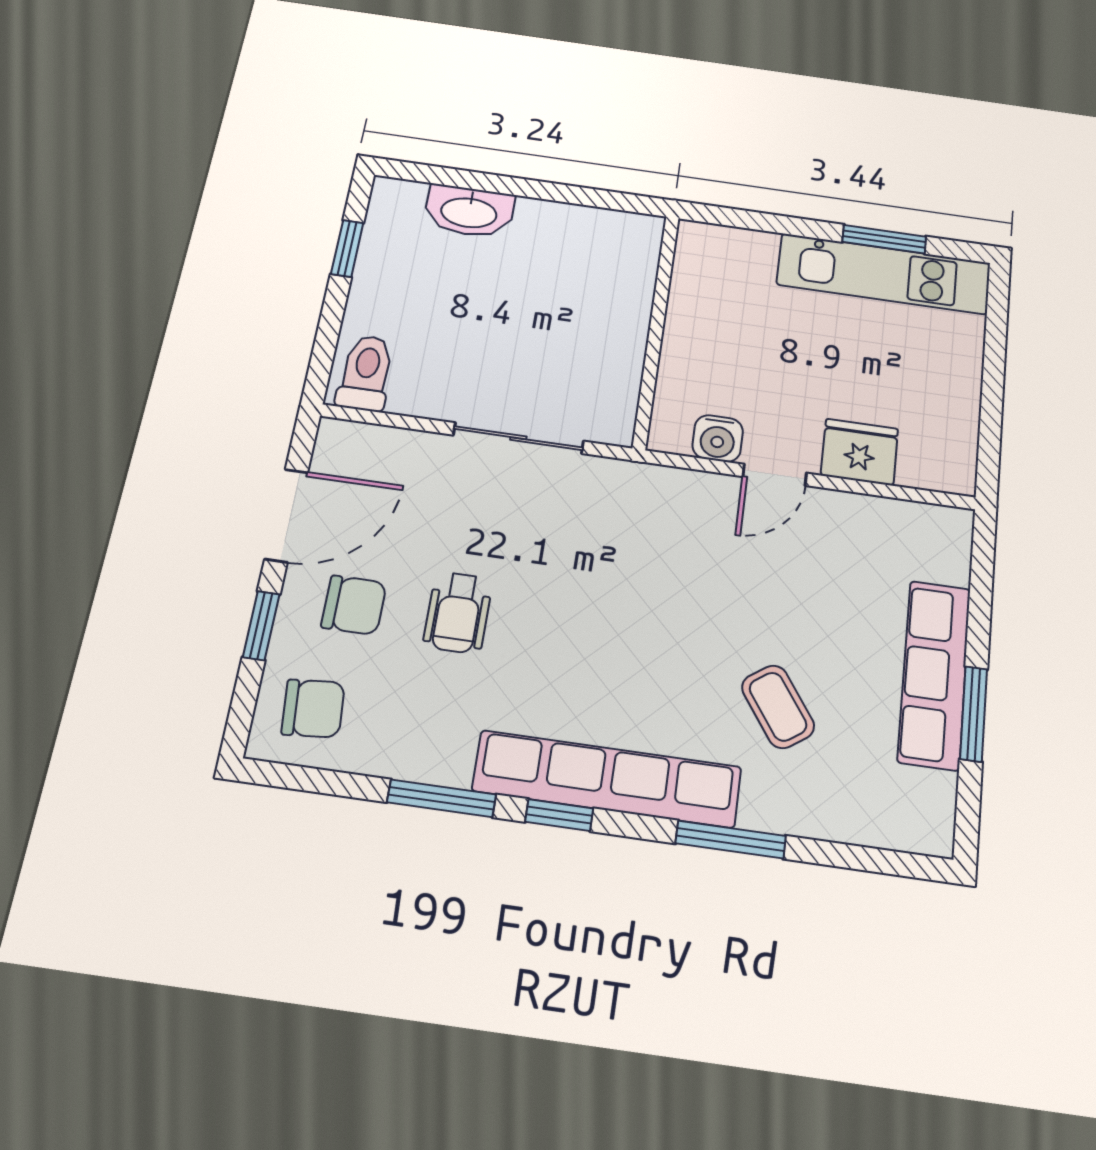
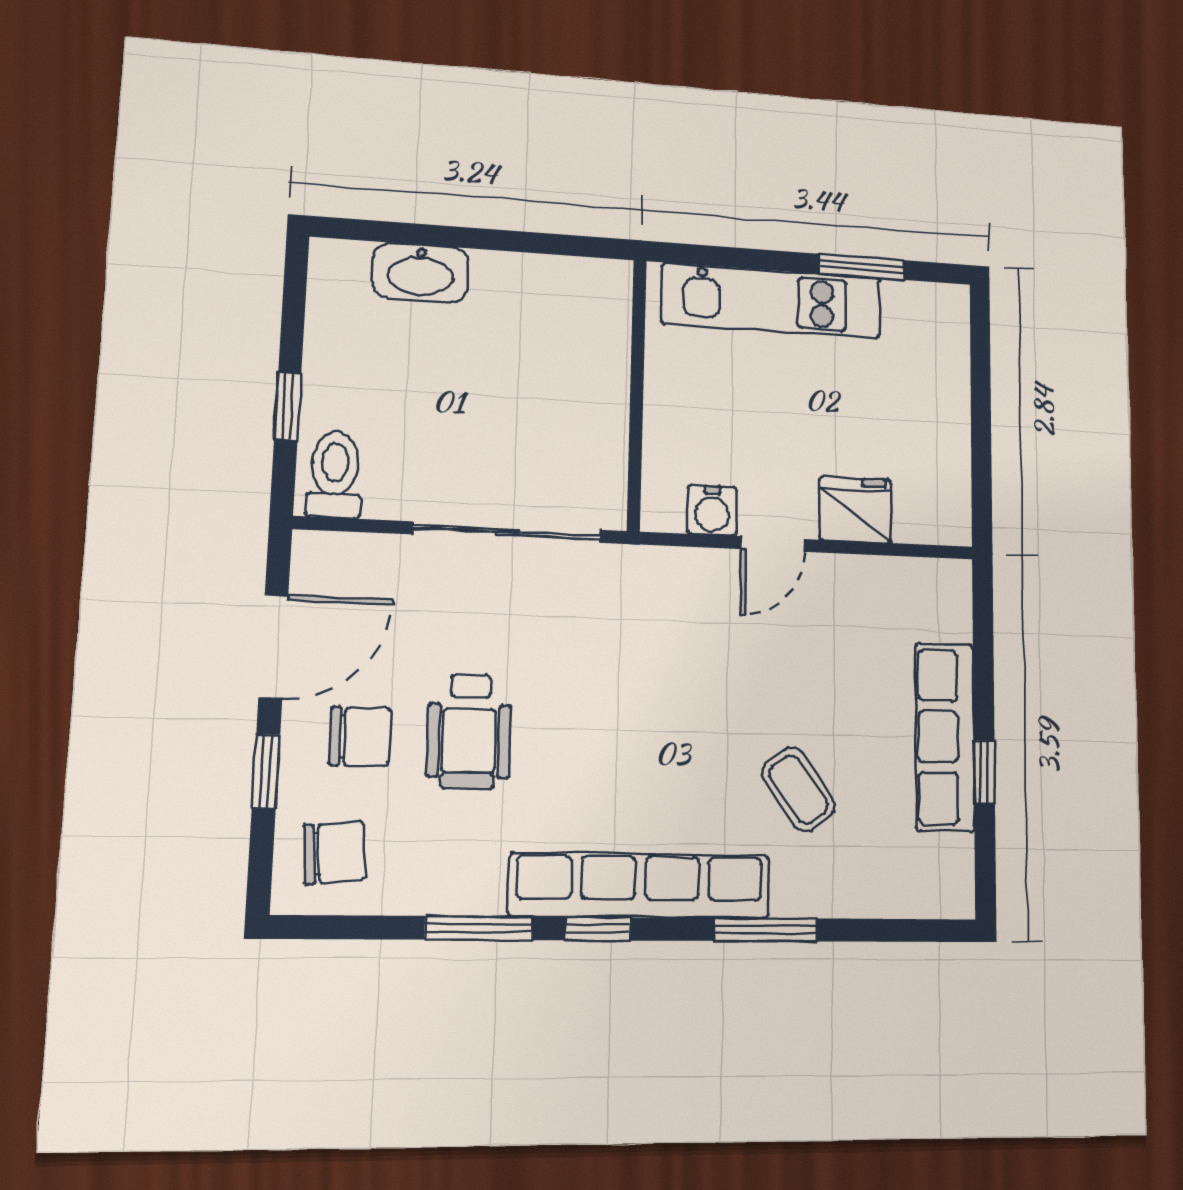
window: (347, 248) -> (288, 406), moved
kitchen unit: (884, 274) -> (772, 301), moved
sliding door: (518, 438) -> (507, 532), width x1.37
wheelchair: (458, 613) -> (469, 732), width x1.36, depth x1.37
window: (974, 714) -> (984, 772), width x0.67

